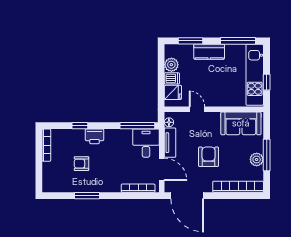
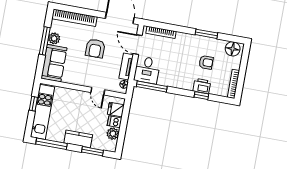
sofa: (241, 123) -> (54, 63), moved, turned 90
printer: (94, 136) -> (202, 86), moved
floor lamp: (54, 184) -> (233, 49), added

